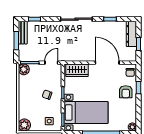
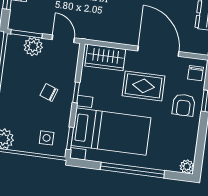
door: (51, 63) -> (63, 39), hinge flipped
plant: (24, 69) -> (33, 46), moved
rug: (101, 84) -> (143, 86), added

